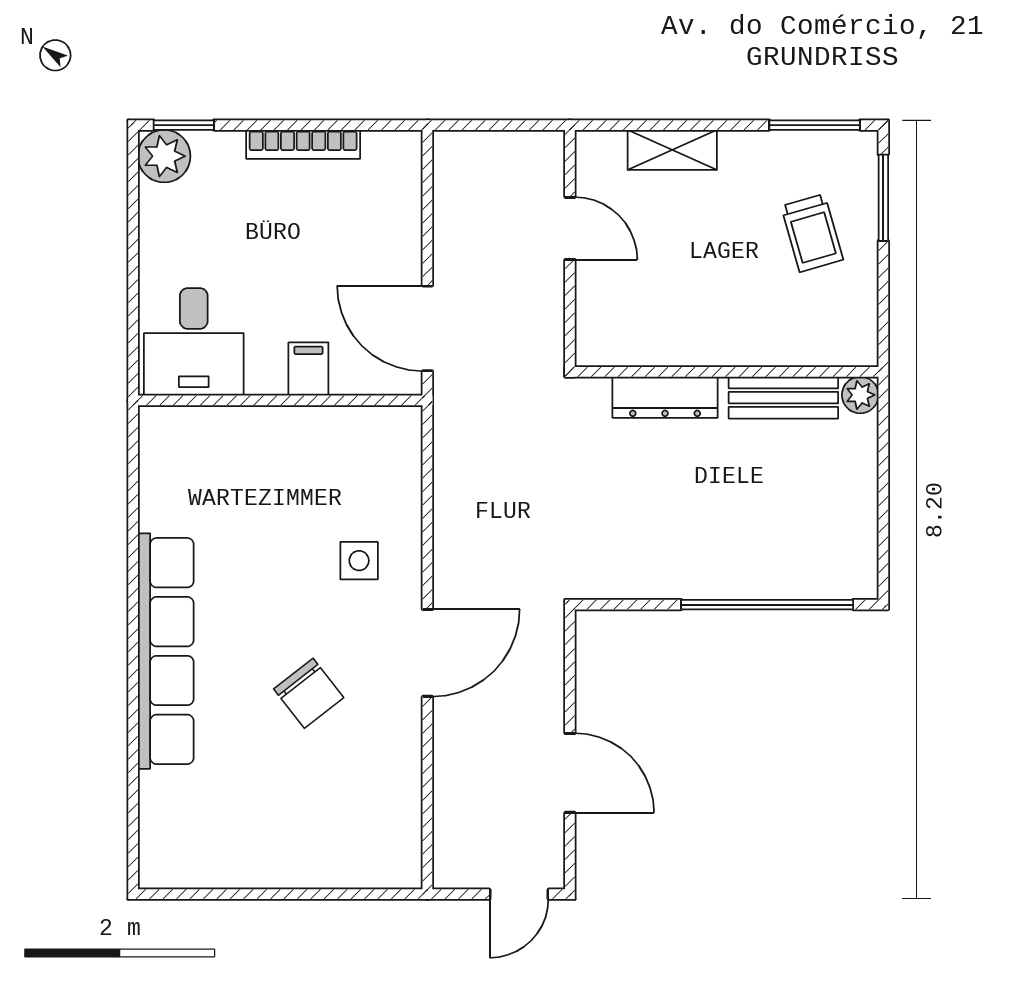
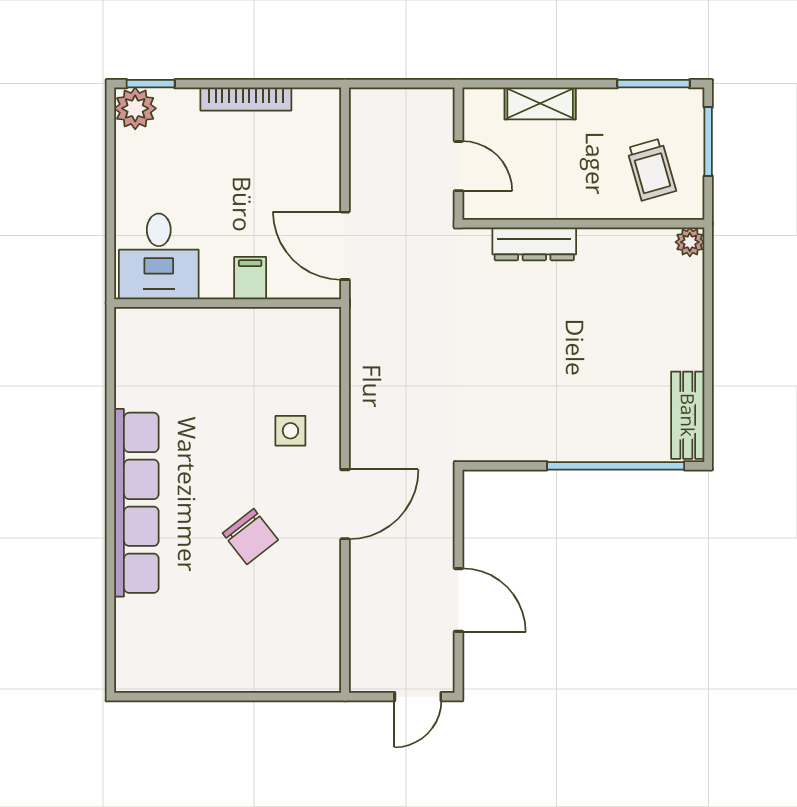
wall: (727, 372) -> (583, 224), moved
plant: (860, 395) -> (690, 242), moved
dresser: (665, 397) -> (534, 244), moved
bench: (783, 398) -> (688, 415), moved, turned 90

